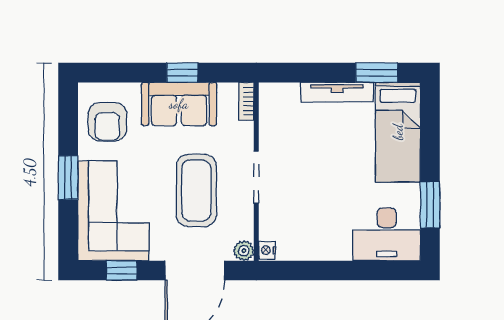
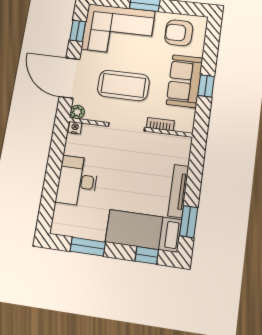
bookcase: (246, 101) -> (160, 124), moved
window: (430, 123) -> (147, 255), added
desk: (387, 234) -> (77, 181), moved

